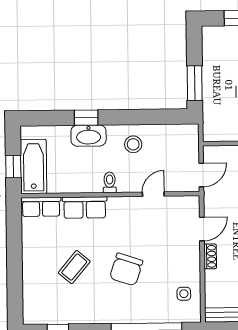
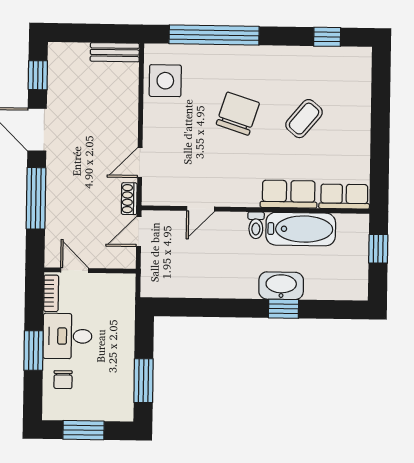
window: (195, 83) -> (144, 381), moved
stool: (133, 144) -> (225, 273), removed
bathtub: (33, 167) -> (301, 229), moved, turned -90
shoe rack: (210, 256) -> (129, 199), moved
side table: (184, 294) -> (165, 81), width x1.87, depth x1.87

